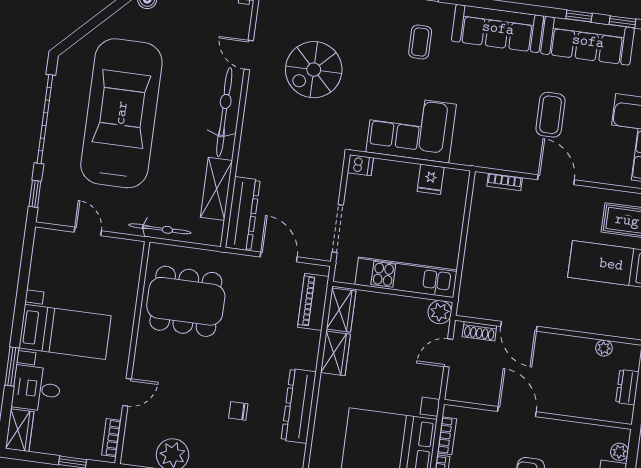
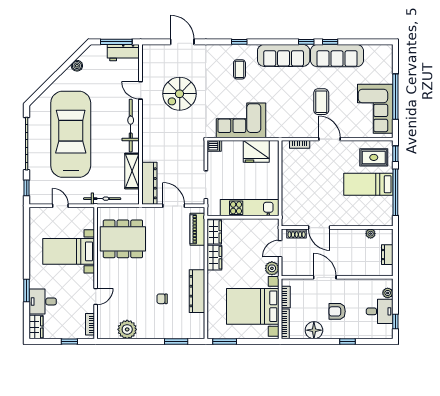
window: (622, 22) -> (306, 42), moved
fridge: (431, 179) -> (256, 151), width x1.88, depth x1.34
plant: (440, 312) -> (272, 268), moved
bed with nightstands: (65, 332) -> (69, 251), moved, turned 180

